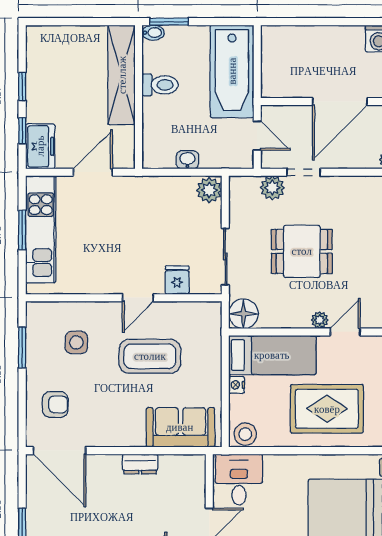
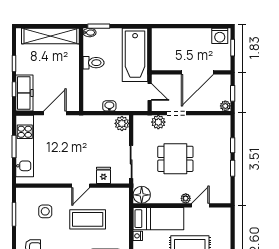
shelving: (122, 75) -> (50, 36), moved, turned 90
freezer: (40, 146) -> (24, 93), width x1.40

